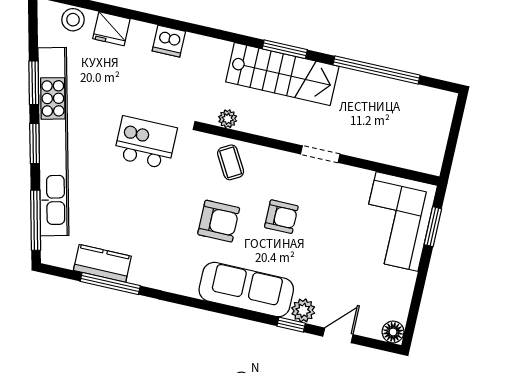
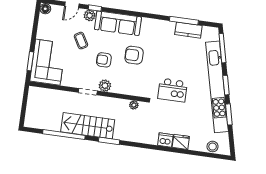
fridge: (111, 29) -> (181, 142), moved
stairs: (282, 74) -> (88, 126), moved
coffee table: (231, 162) -> (81, 41), moved
plant: (284, 164) -> (105, 86), added

